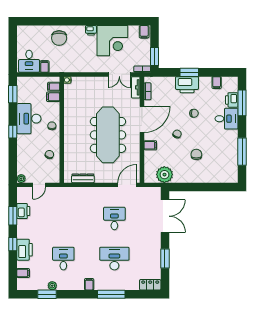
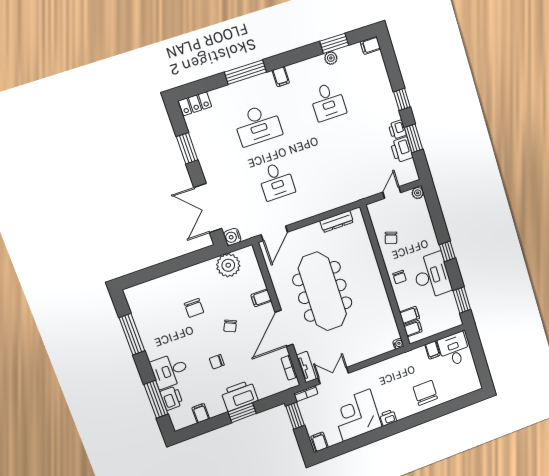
water cooler: (156, 192) -> (232, 237), added
printer: (25, 250) -> (397, 130), moved, width x0.53, depth x0.68
filing cabinet: (23, 273) -> (370, 45), moved

